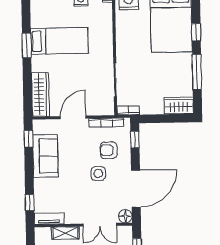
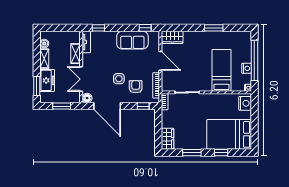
bed: (59, 41) -> (222, 70), moved, turned 180
window: (197, 72) -> (192, 153), width x0.69
wardrobe: (40, 95) -> (172, 37), width x0.67

